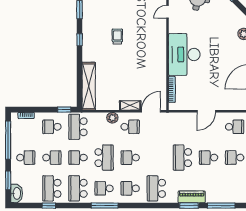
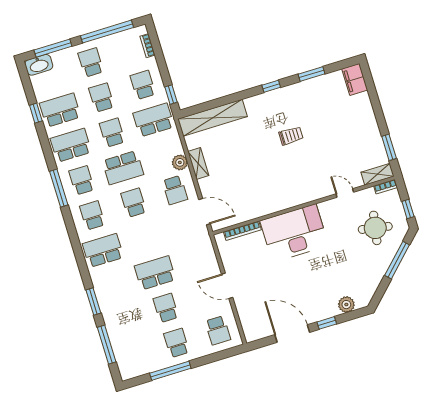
shelving: (130, 105) -> (198, 164), moved
school desk: (26, 158) -> (91, 62), turned 180
school desk: (52, 158) -> (101, 98), turned 180
window: (8, 180) -> (53, 48), width x1.44
piano: (192, 197) -> (106, 301), removed

